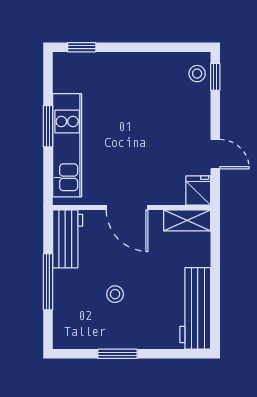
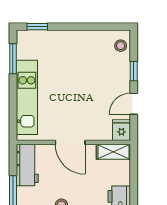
window: (215, 77) -> (134, 71), moved
window: (48, 126) -> (13, 59), moved
door: (215, 154) -> (134, 104), swing flipped

